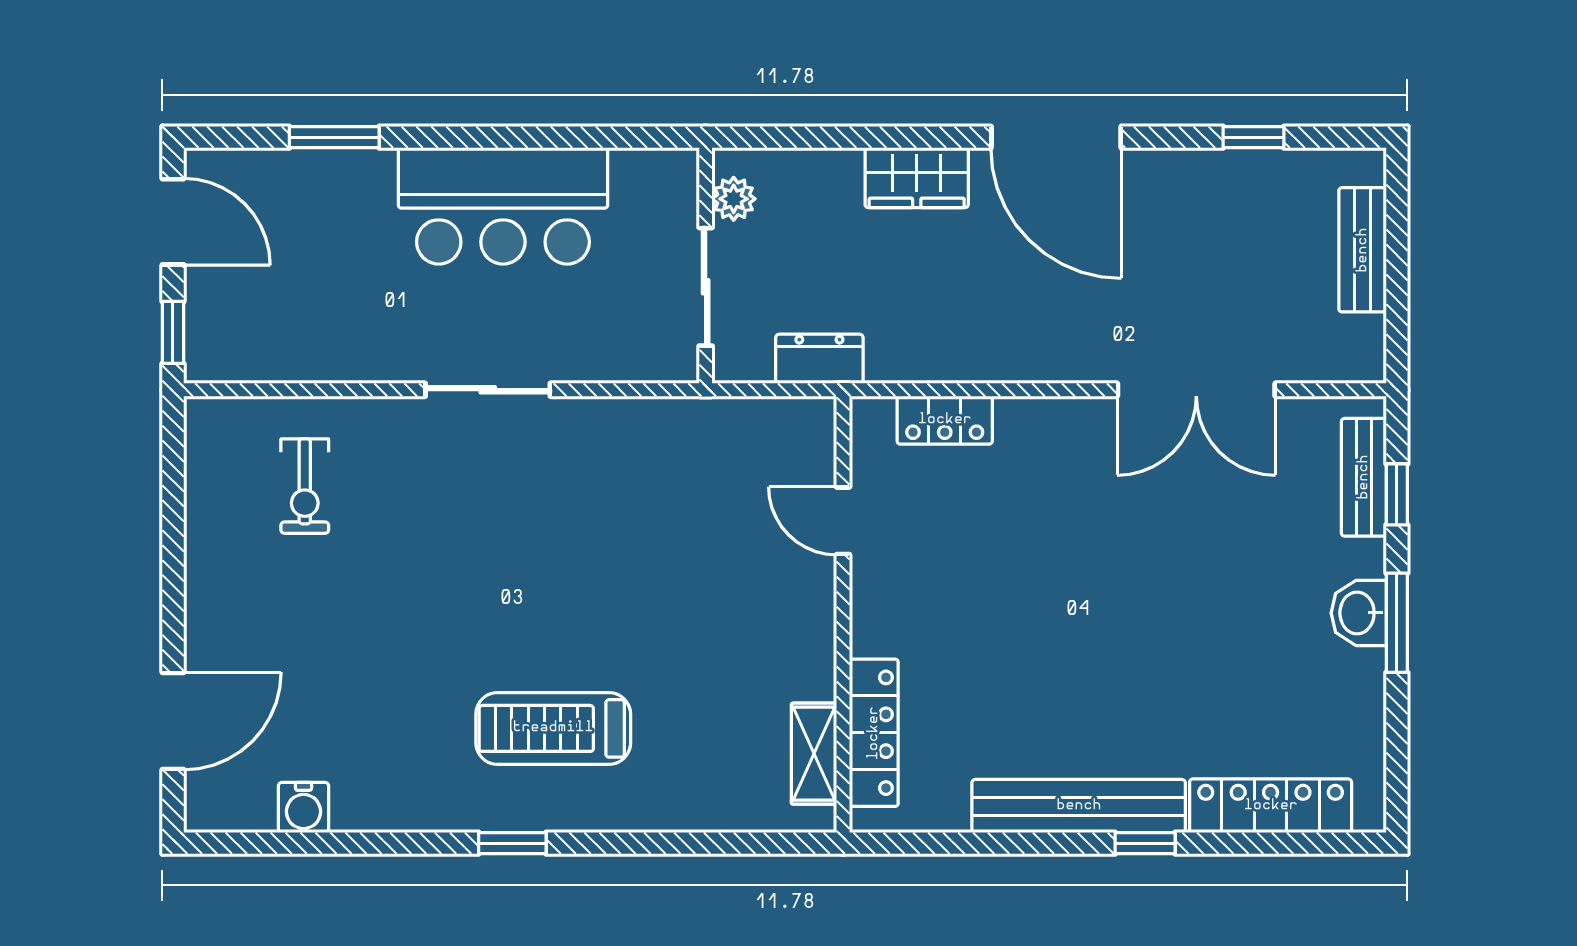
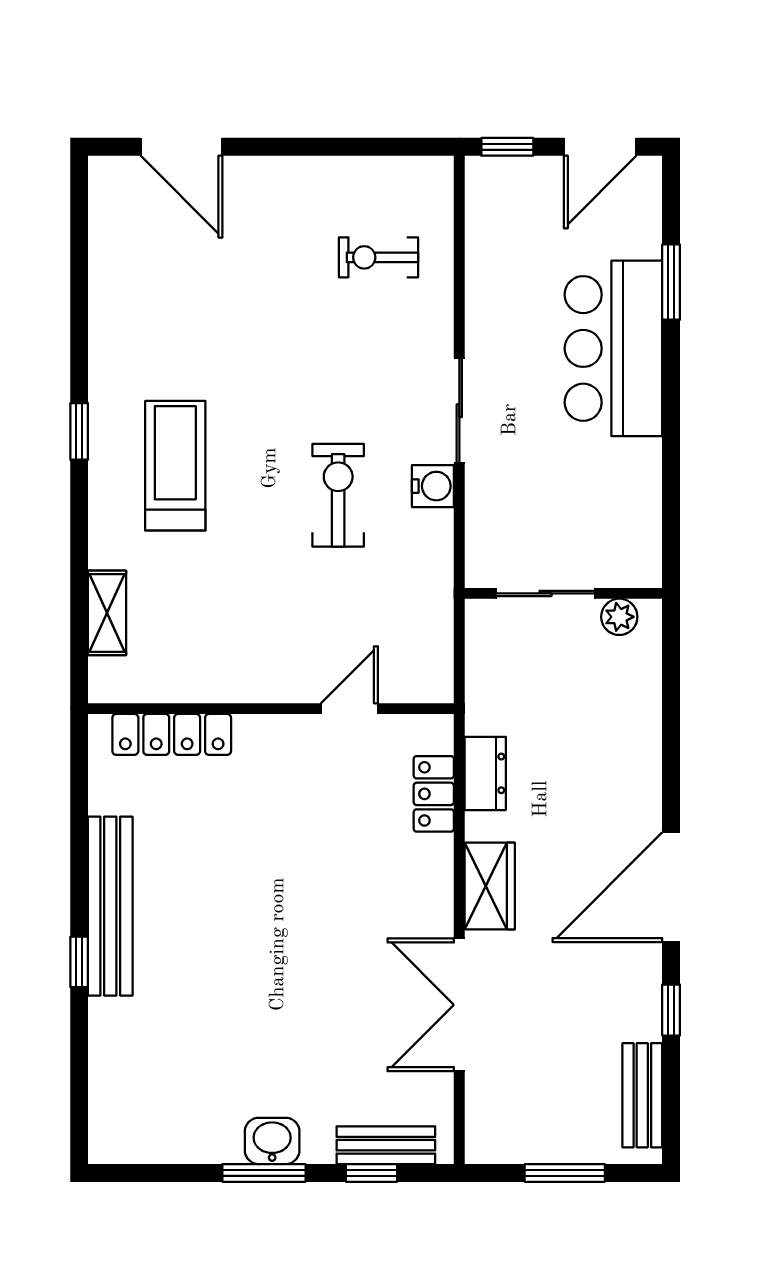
window: (1253, 137) -> (671, 1010), moved
wardrobe: (917, 178) -> (490, 886), moved, turned 180
bar counter: (503, 206) -> (613, 348), moved
bench: (1363, 250) -> (642, 1095), moved, turned 90
window: (1397, 264) -> (565, 1173), added
dresser: (819, 359) -> (485, 773), moved
exercise bike: (589, 534) -> (338, 495), added
shelving: (814, 754) -> (107, 613), moved, turned 90
locker: (1271, 806) -> (110, 1067), removed
water cooler: (304, 808) -> (433, 486), moved, turned 180

